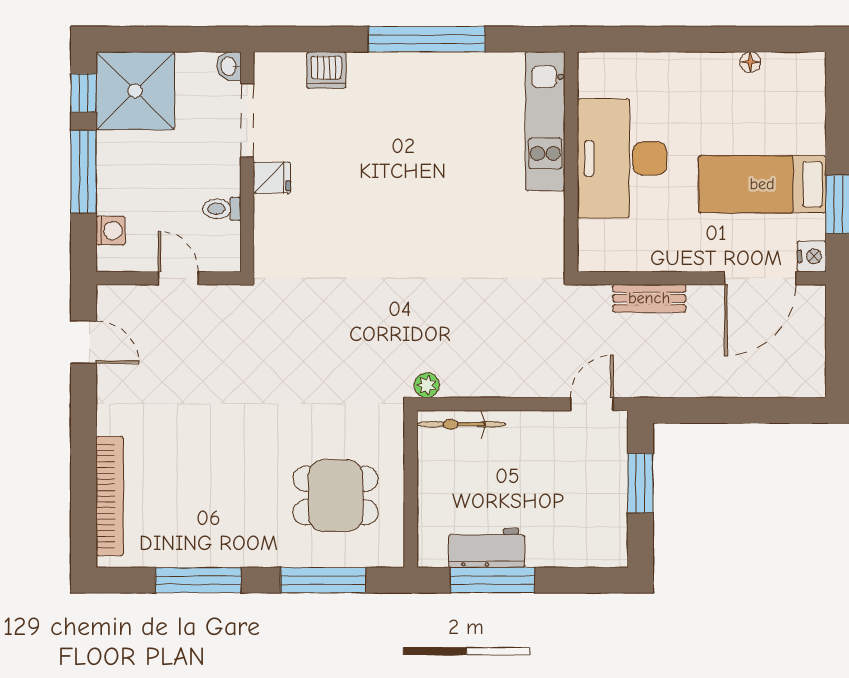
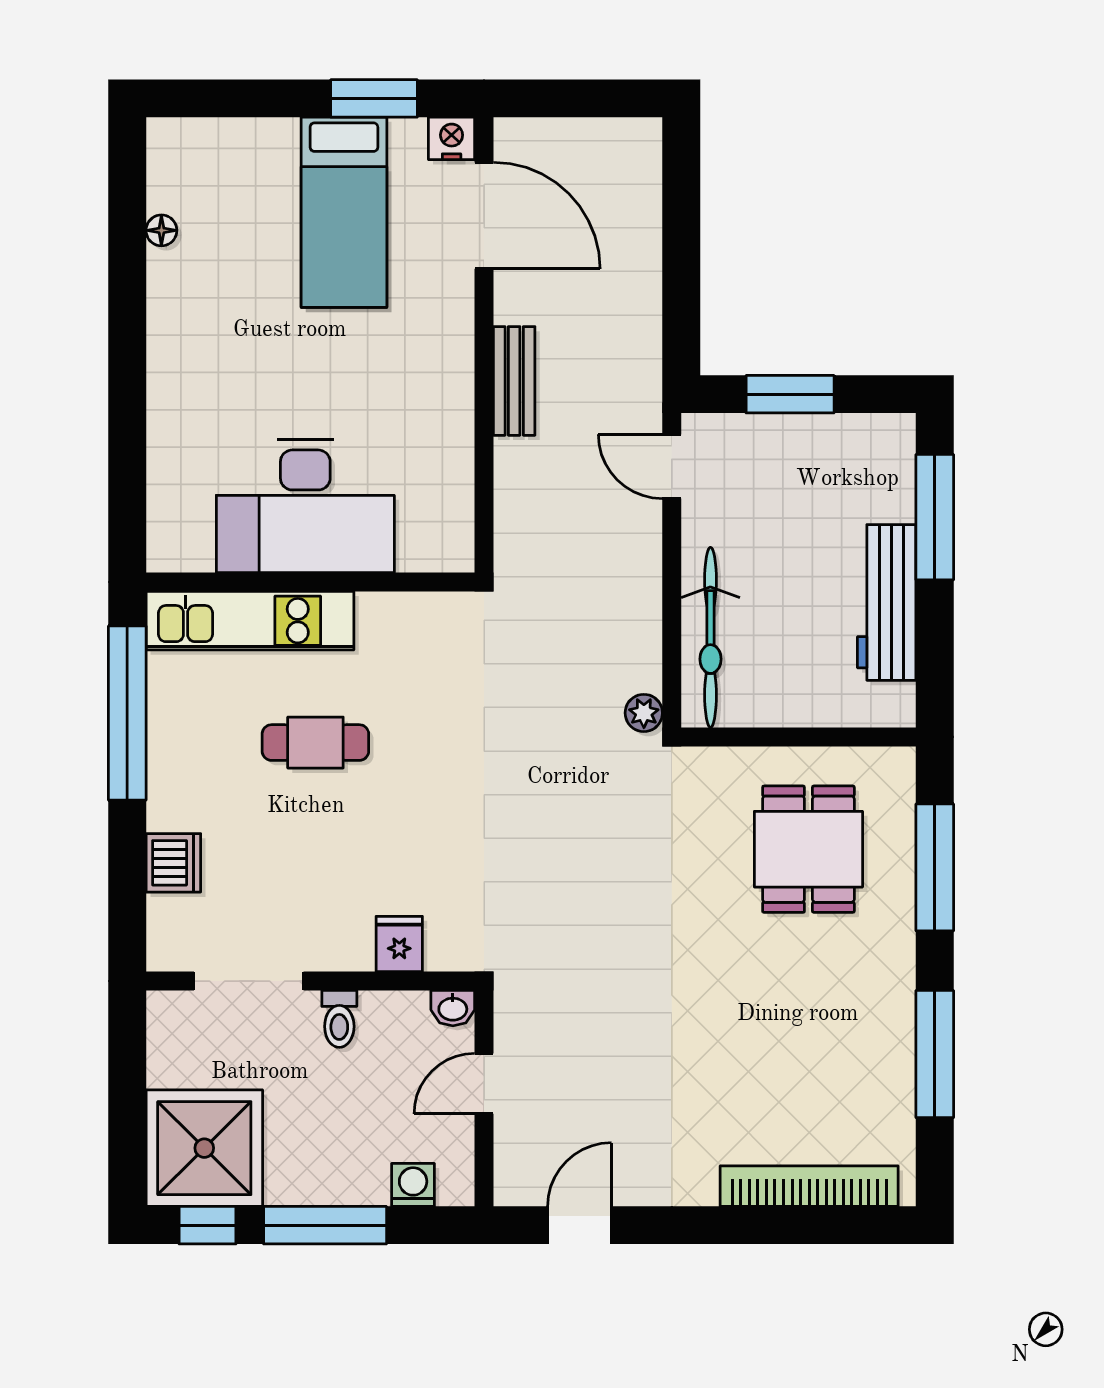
washbasin: (229, 66) -> (453, 1008), moved
kitchen unit: (545, 121) -> (250, 621), moved
desk: (622, 158) -> (305, 506), moved
wall: (571, 162) -> (310, 582), moved
cafe table: (407, 165) -> (315, 743), added
fridge: (272, 178) -> (399, 944), moved
toilet: (222, 209) -> (339, 1019), moved
bicycle: (461, 424) -> (710, 637), width x1.37, depth x1.40
workbench: (487, 548) -> (887, 602), width x1.38
window: (492, 580) -> (935, 517), moved

